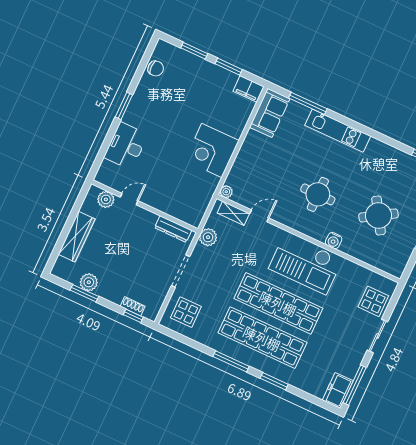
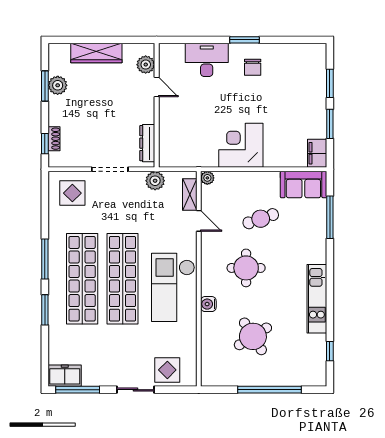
chair: (156, 68) -> (253, 67), moved
kitchen unit: (338, 131) -> (317, 299), moved
cafe table: (282, 163) -> (261, 219), added

